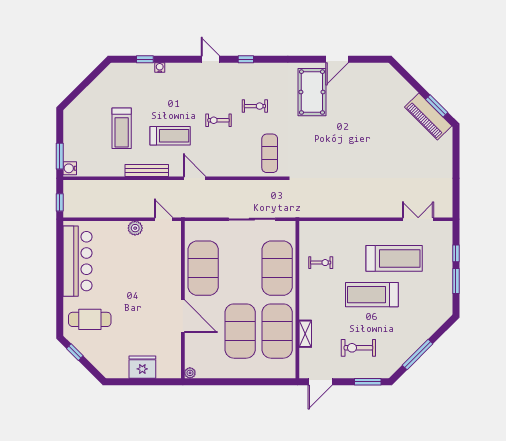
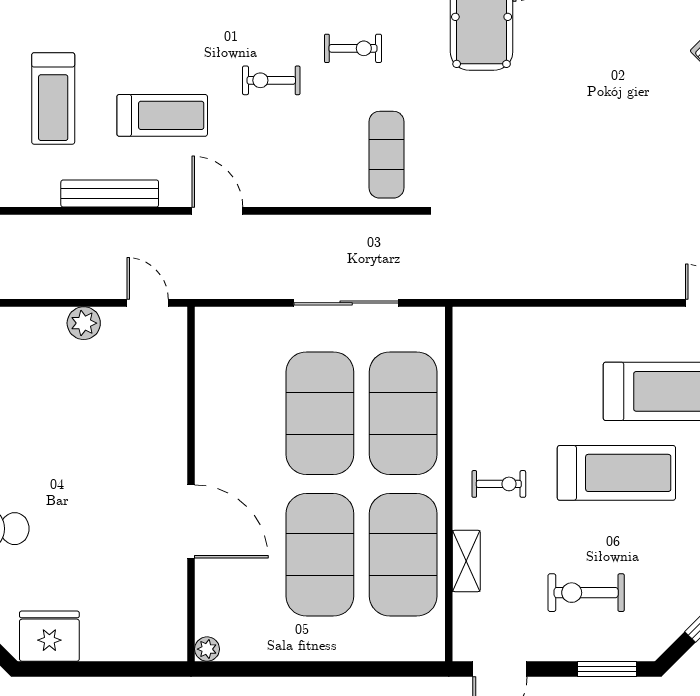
exercise bike: (321, 263) -> (499, 484), moved
exercise mat: (203, 268) -> (320, 413), moved
treadmill: (372, 295) -> (616, 473), turned 180
fridge: (142, 367) -> (49, 636), moved

